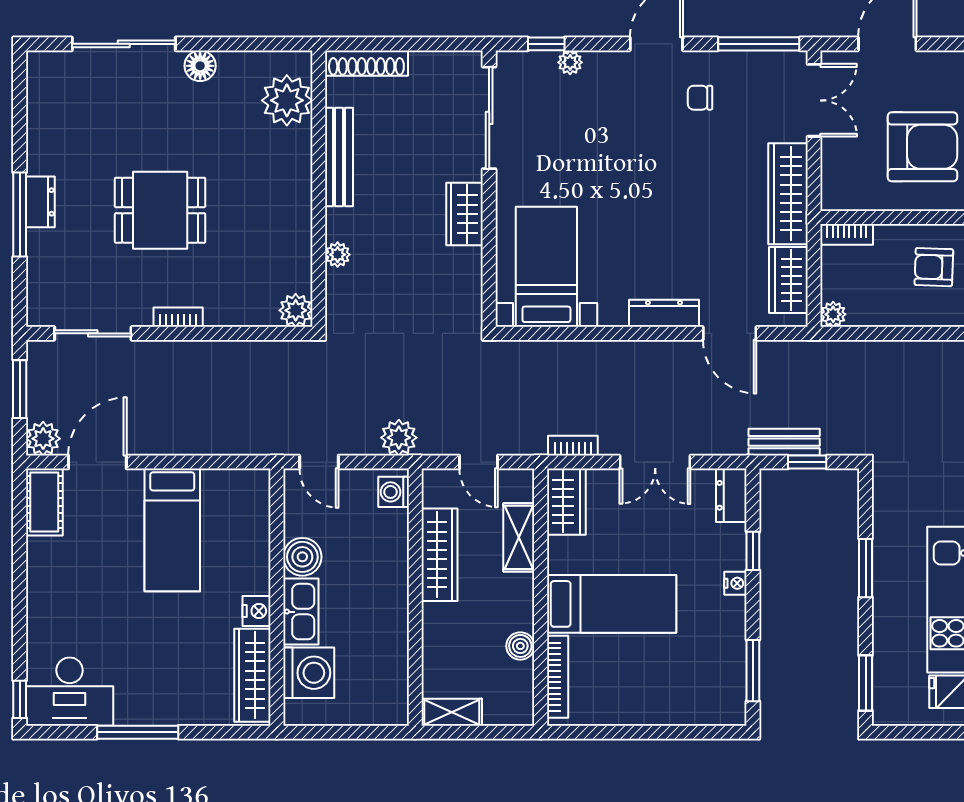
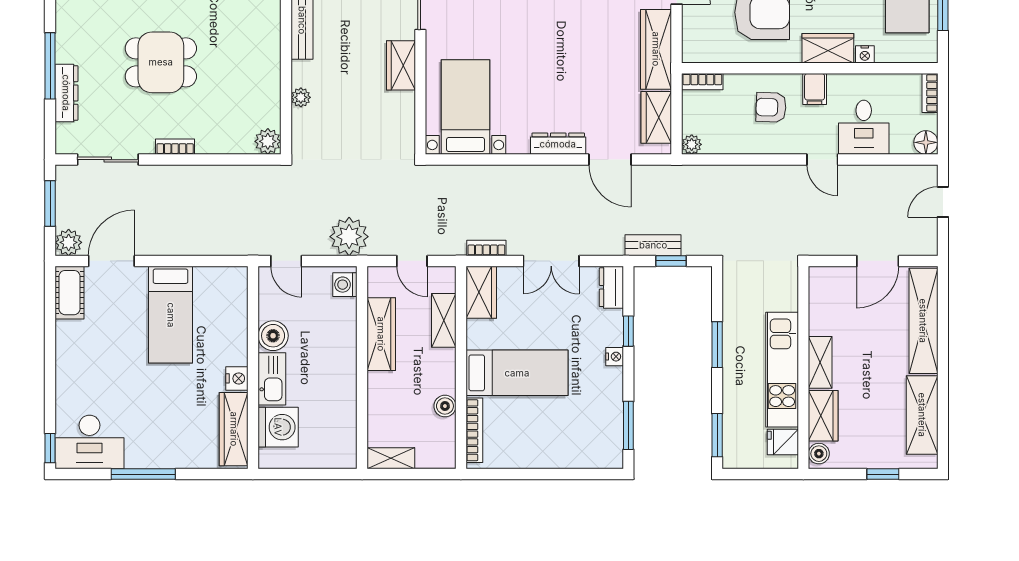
dresser: (40, 202) -> (66, 93), moved, width x1.44
plant: (399, 438) -> (349, 237), width x1.36, depth x1.36

